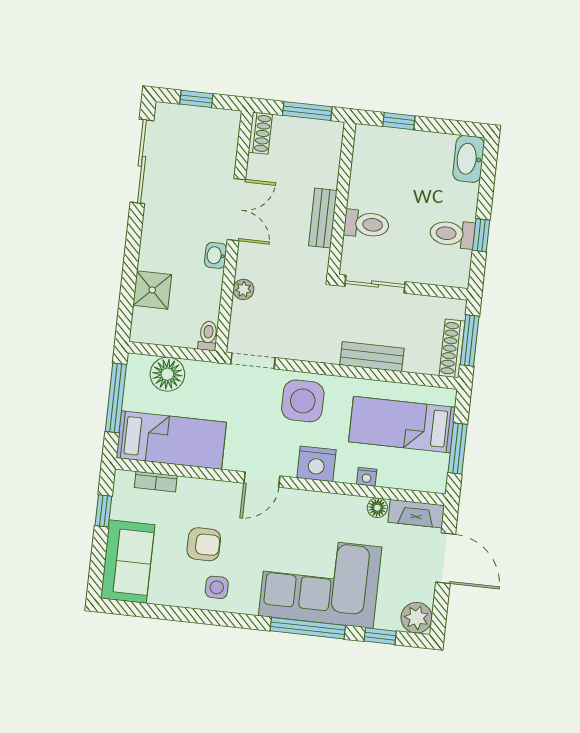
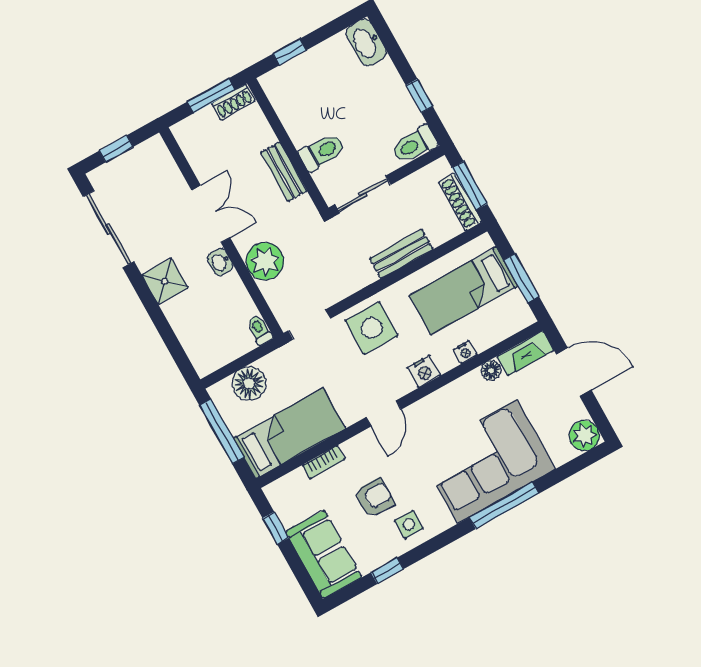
shoe rack: (260, 133) -> (233, 102), moved, turned 90
toilet: (452, 234) -> (414, 145), moved
plant: (243, 289) -> (265, 261), width x1.88, depth x1.88
shower: (152, 290) -> (165, 281), moved
nightstand: (316, 464) -> (424, 371), width x0.74, depth x0.75
bookcase: (156, 482) -> (324, 462), moved
window: (380, 636) -> (387, 571), moved

